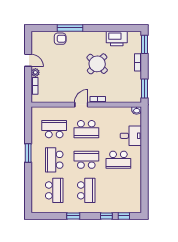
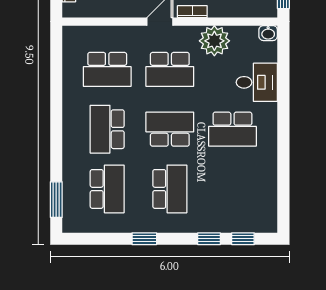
plant: (109, 114) -> (214, 41), added
school desk: (54, 129) -> (107, 69), turned 180
window: (28, 153) -> (56, 200), moved

